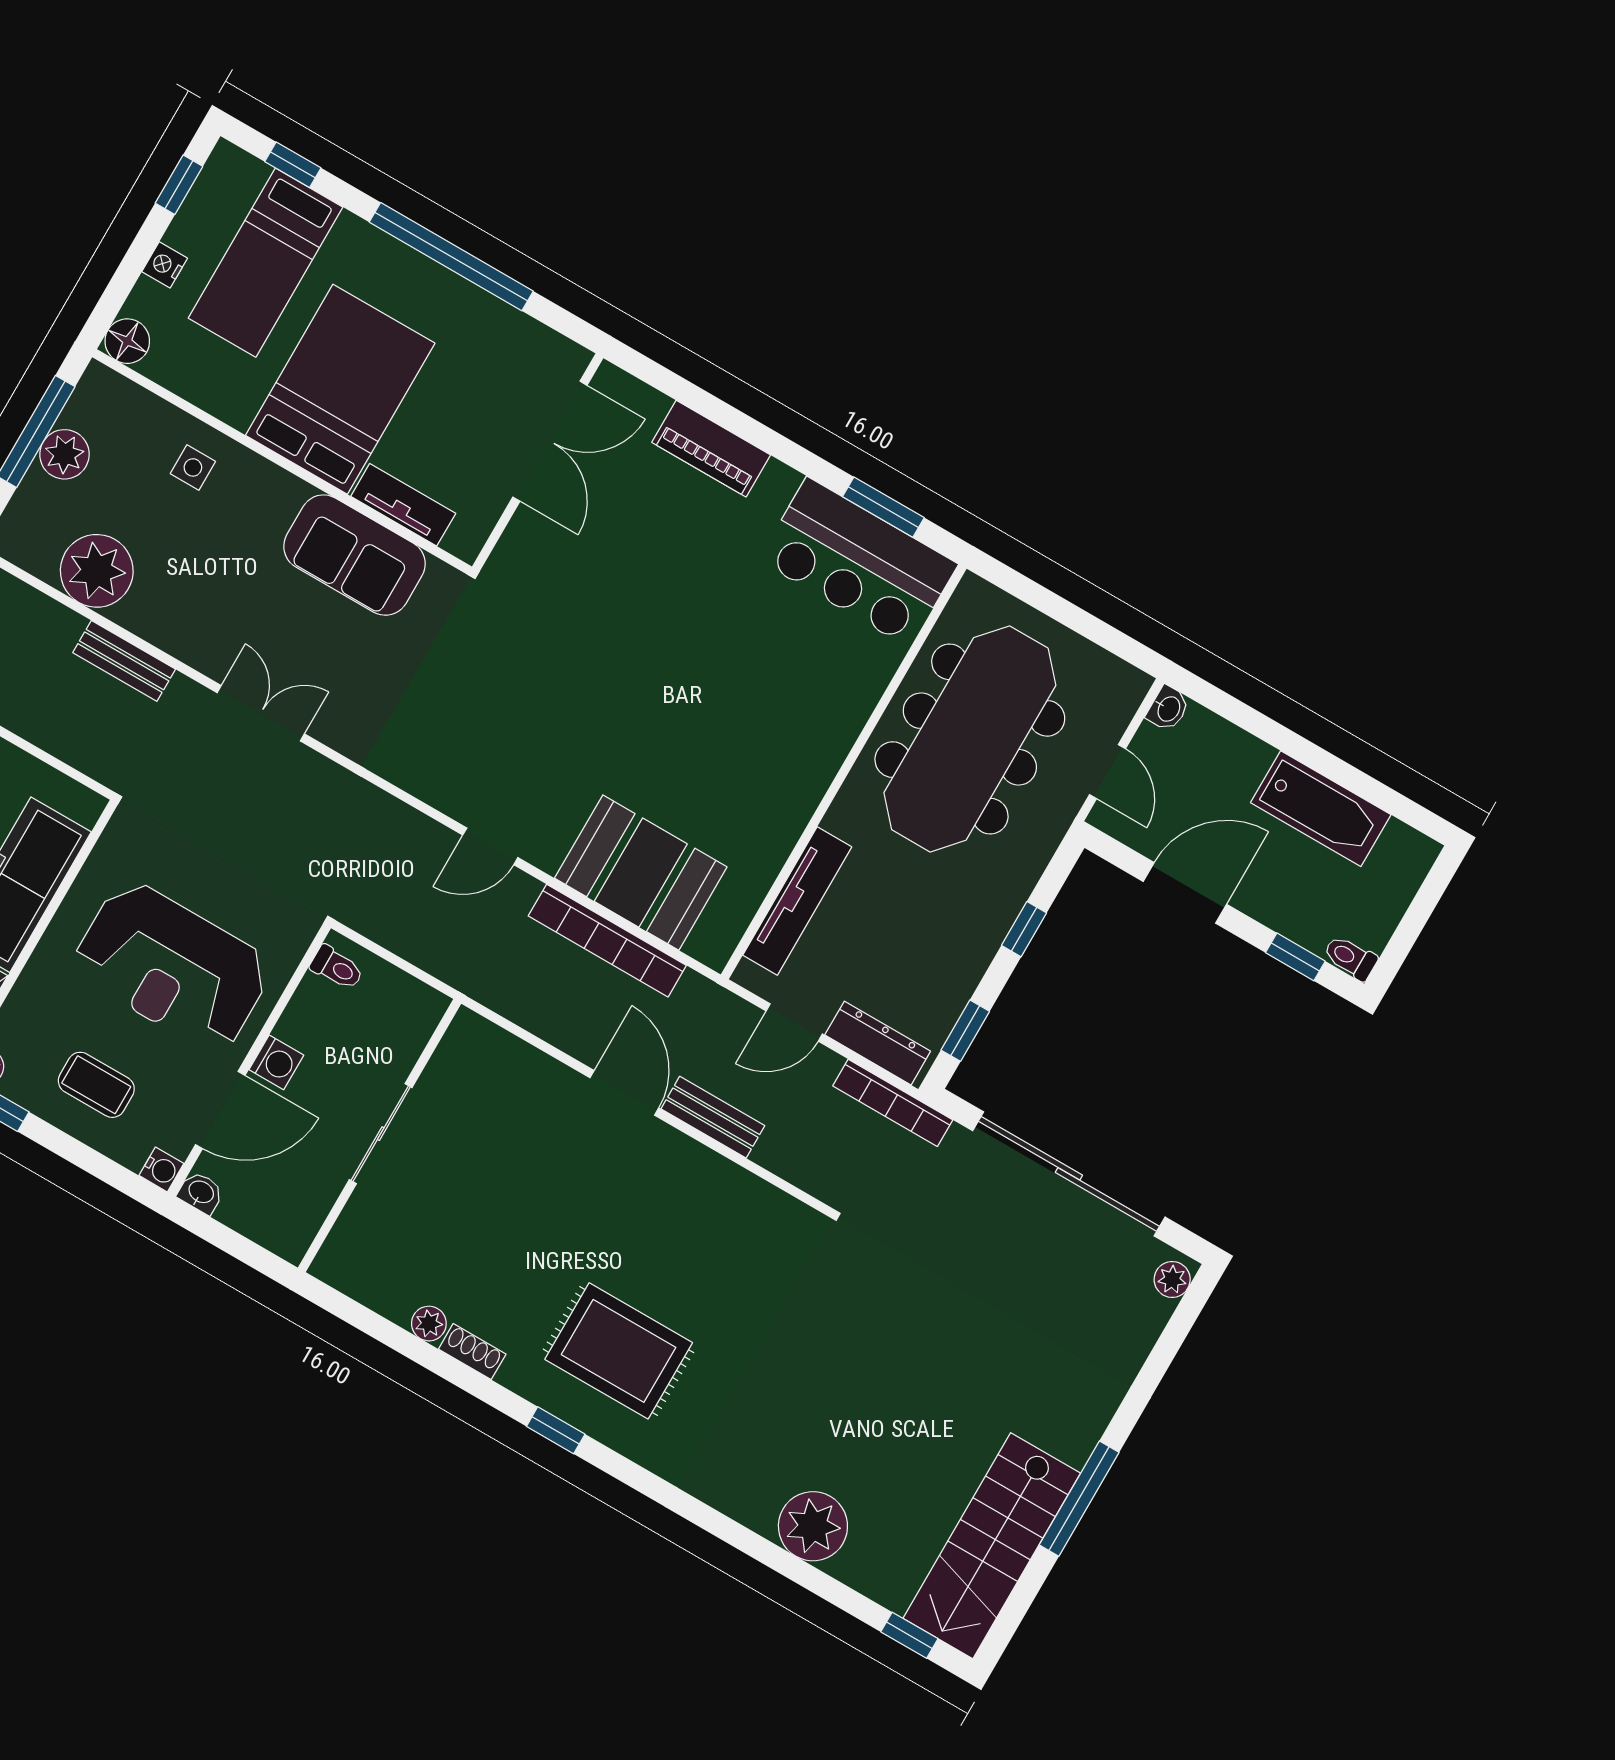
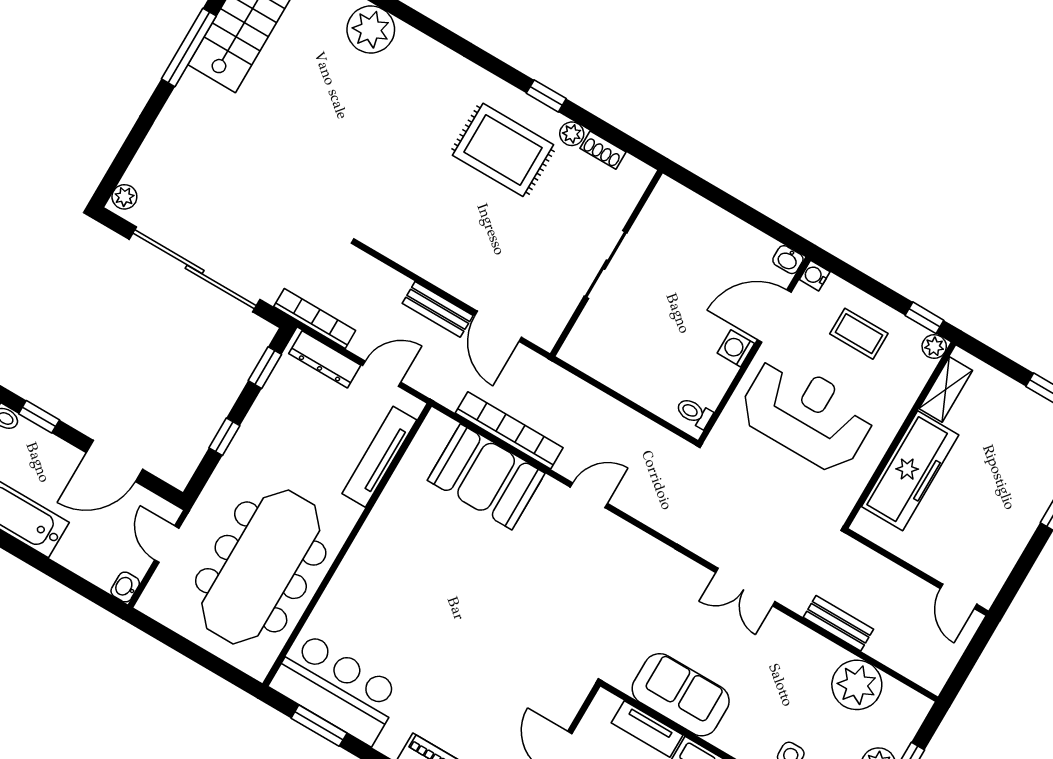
sliding door: (381, 1134) -> (606, 265), moved
wall: (380, 1136) -> (606, 263), moved
plant: (429, 1324) -> (572, 134), moved

